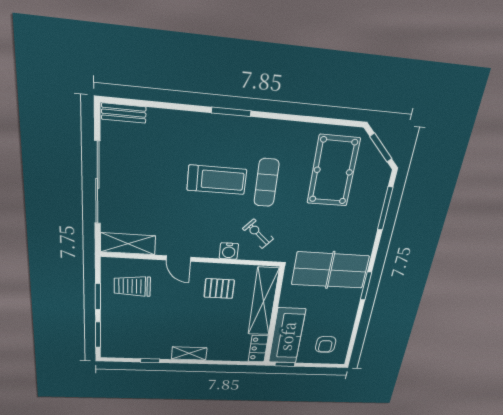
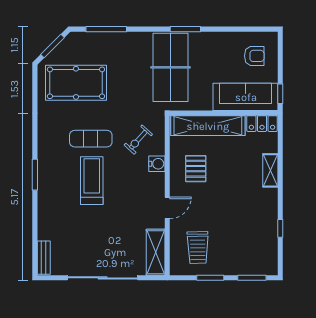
shelving: (189, 353) -> (270, 170), moved

